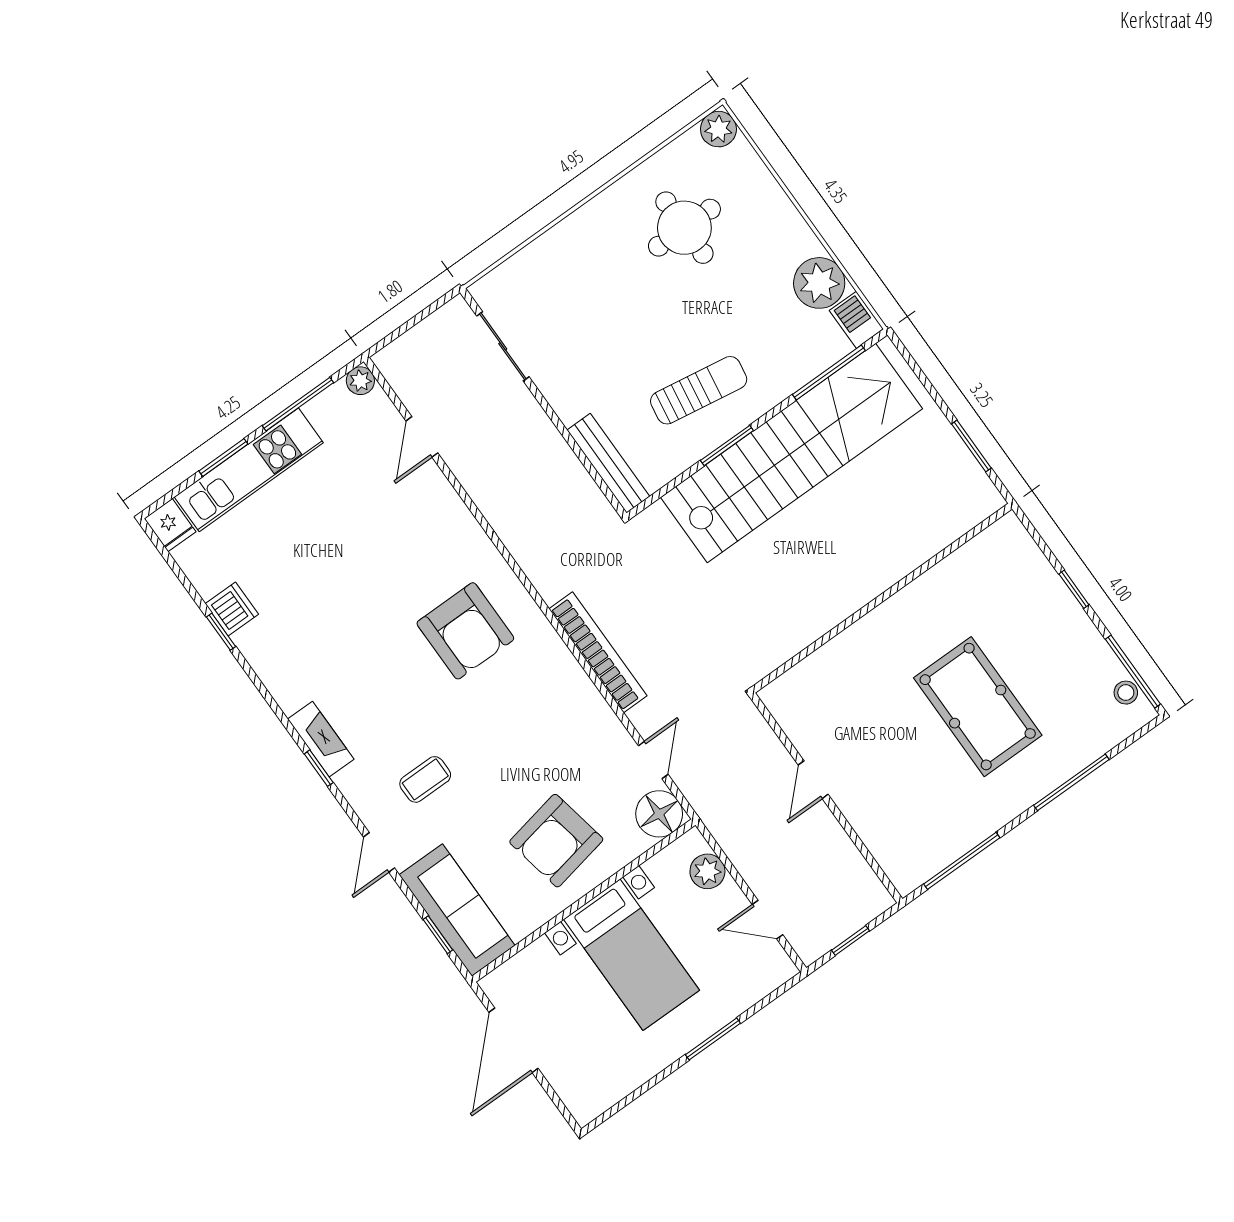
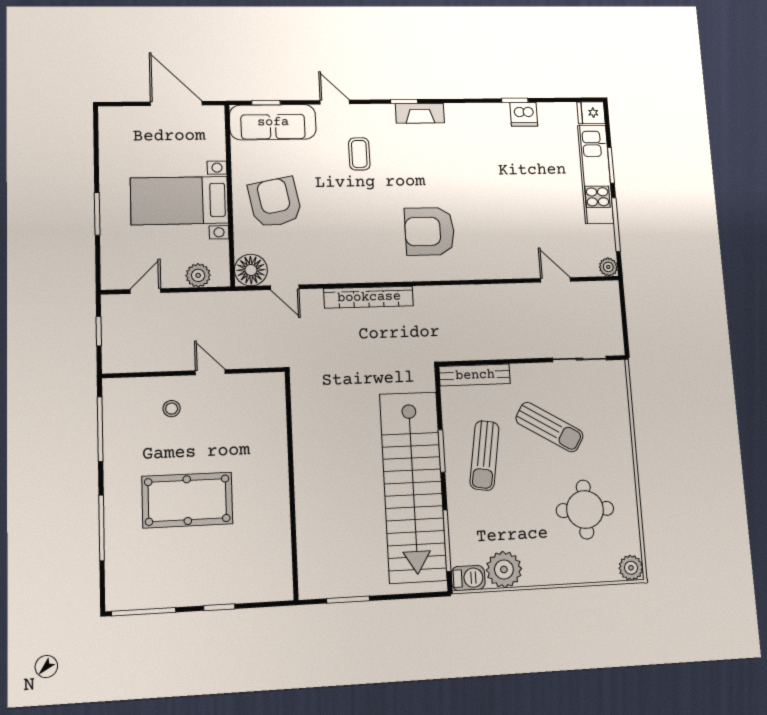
sun lounger: (612, 332) -> (549, 427), added
stool: (1126, 693) -> (172, 409), moved

